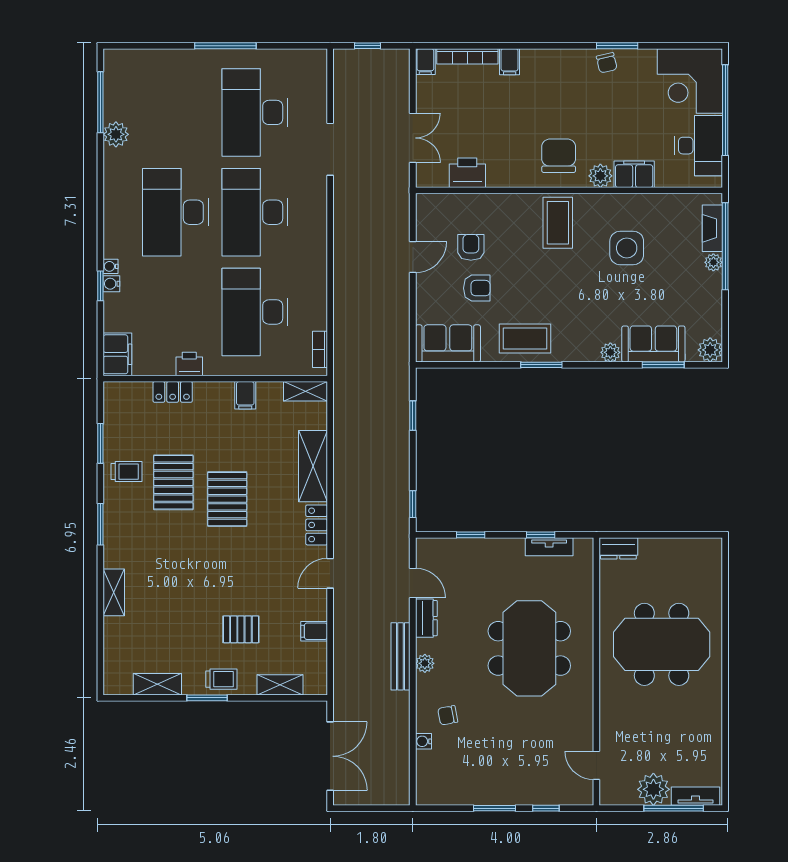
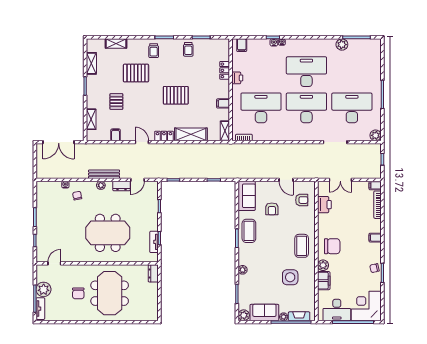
plant: (315, 60) -> (376, 135), added
filing cabinet: (510, 62) -> (375, 238), moved
coffee table: (558, 223) -> (302, 246), turned 90
armchair: (471, 247) -> (302, 200), moved
sofa: (653, 344) -> (264, 313), moved, turned -90
filing cabinet: (117, 354) -> (242, 45), width x0.50
pallet: (173, 482) -> (136, 73), moved
shelving: (114, 592) -> (116, 44), moved
trolley: (221, 679) -> (154, 51), moved
chair: (662, 713) -> (78, 293), added

